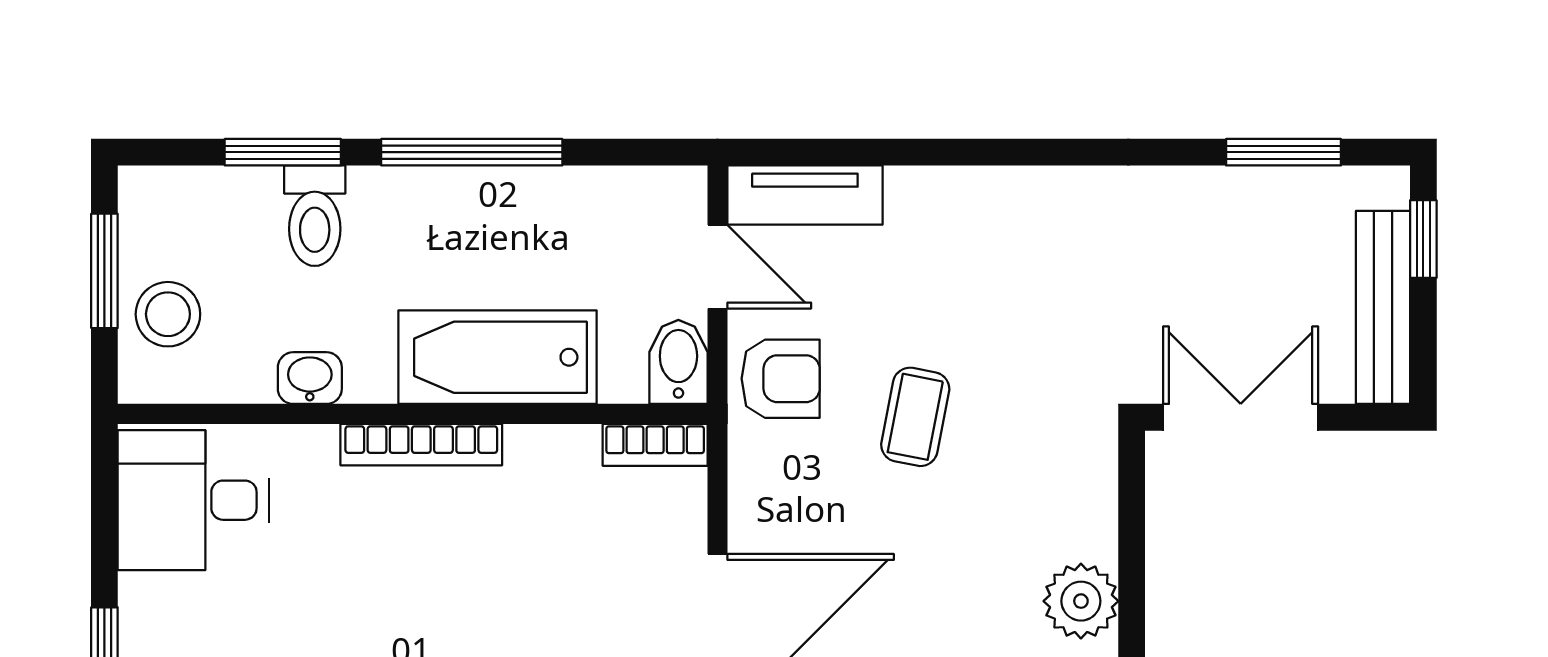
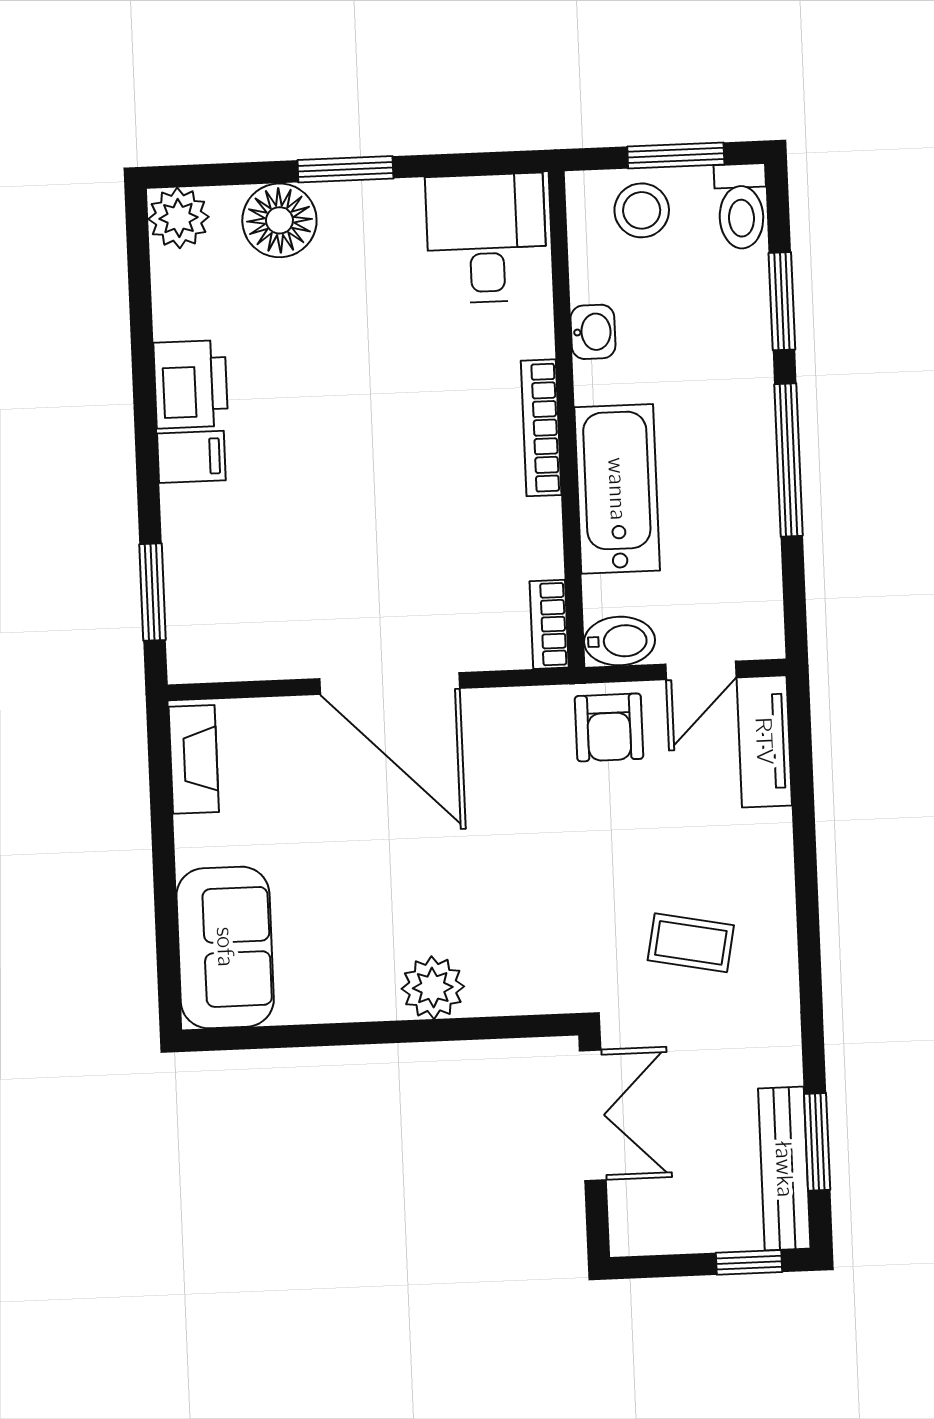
toilet: (315, 216) -> (741, 206), moved, turned -90
bench: (1383, 307) -> (784, 1169), moved, turned 90
coffee table: (915, 417) -> (691, 943), moved

